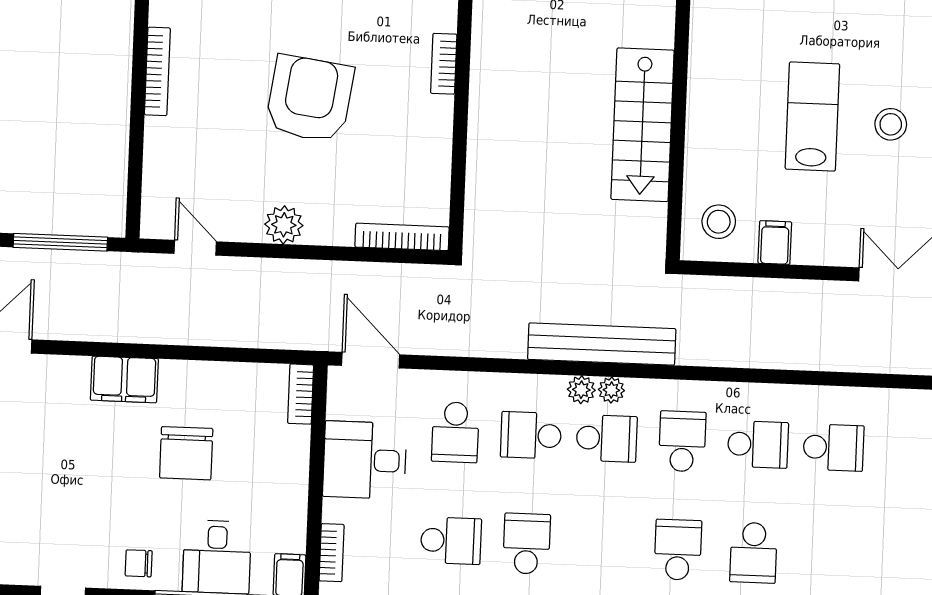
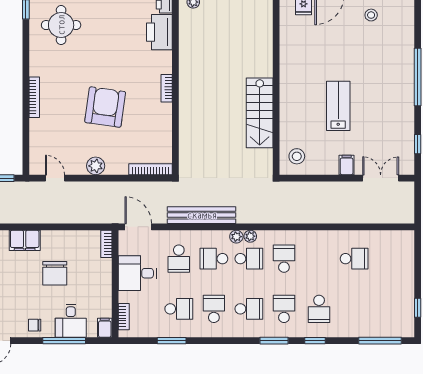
stool: (891, 124) -> (375, 108), removed
filing cabinet: (775, 243) -> (347, 165), moved
bench: (602, 344) -> (202, 215), moved
school desk: (758, 444) -> (249, 309), moved

